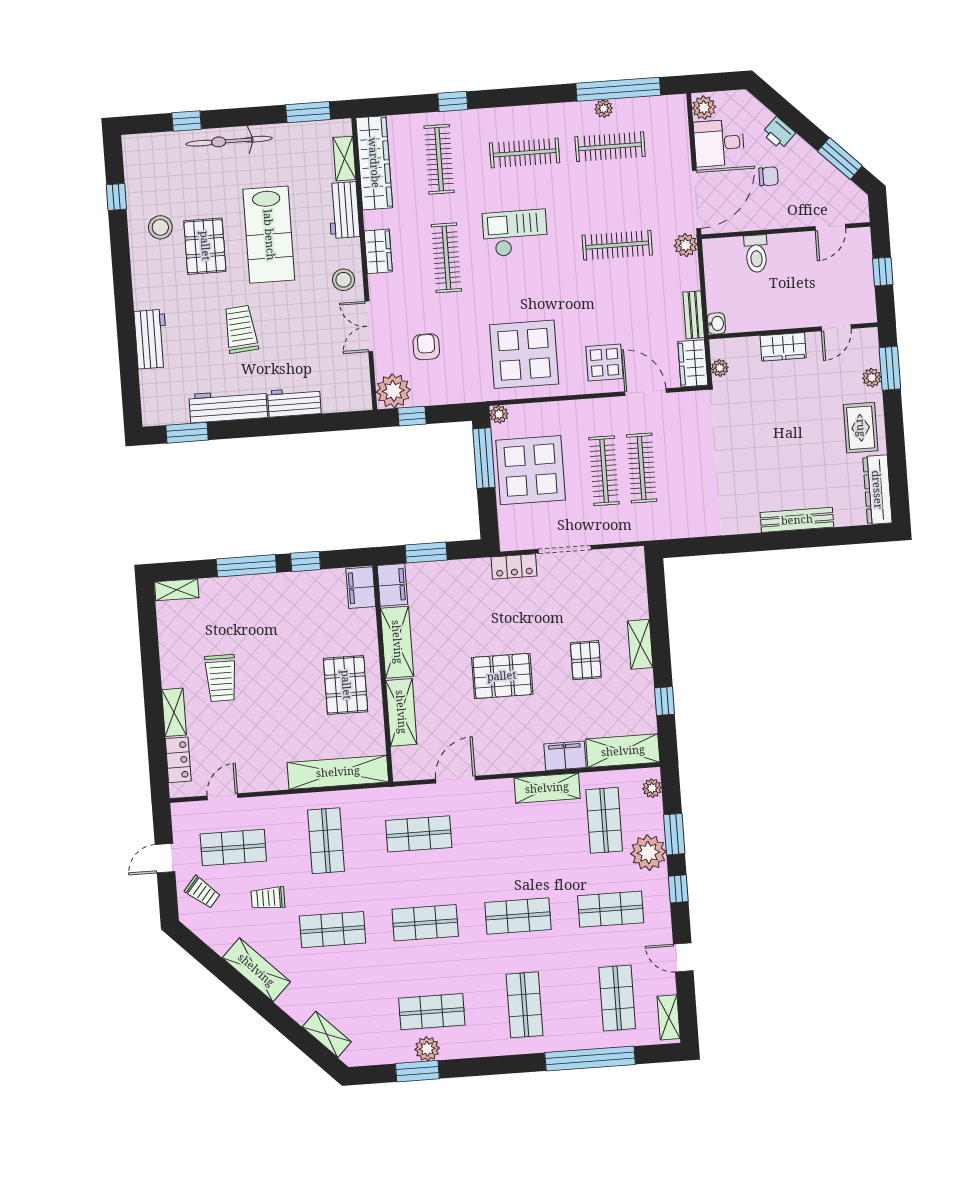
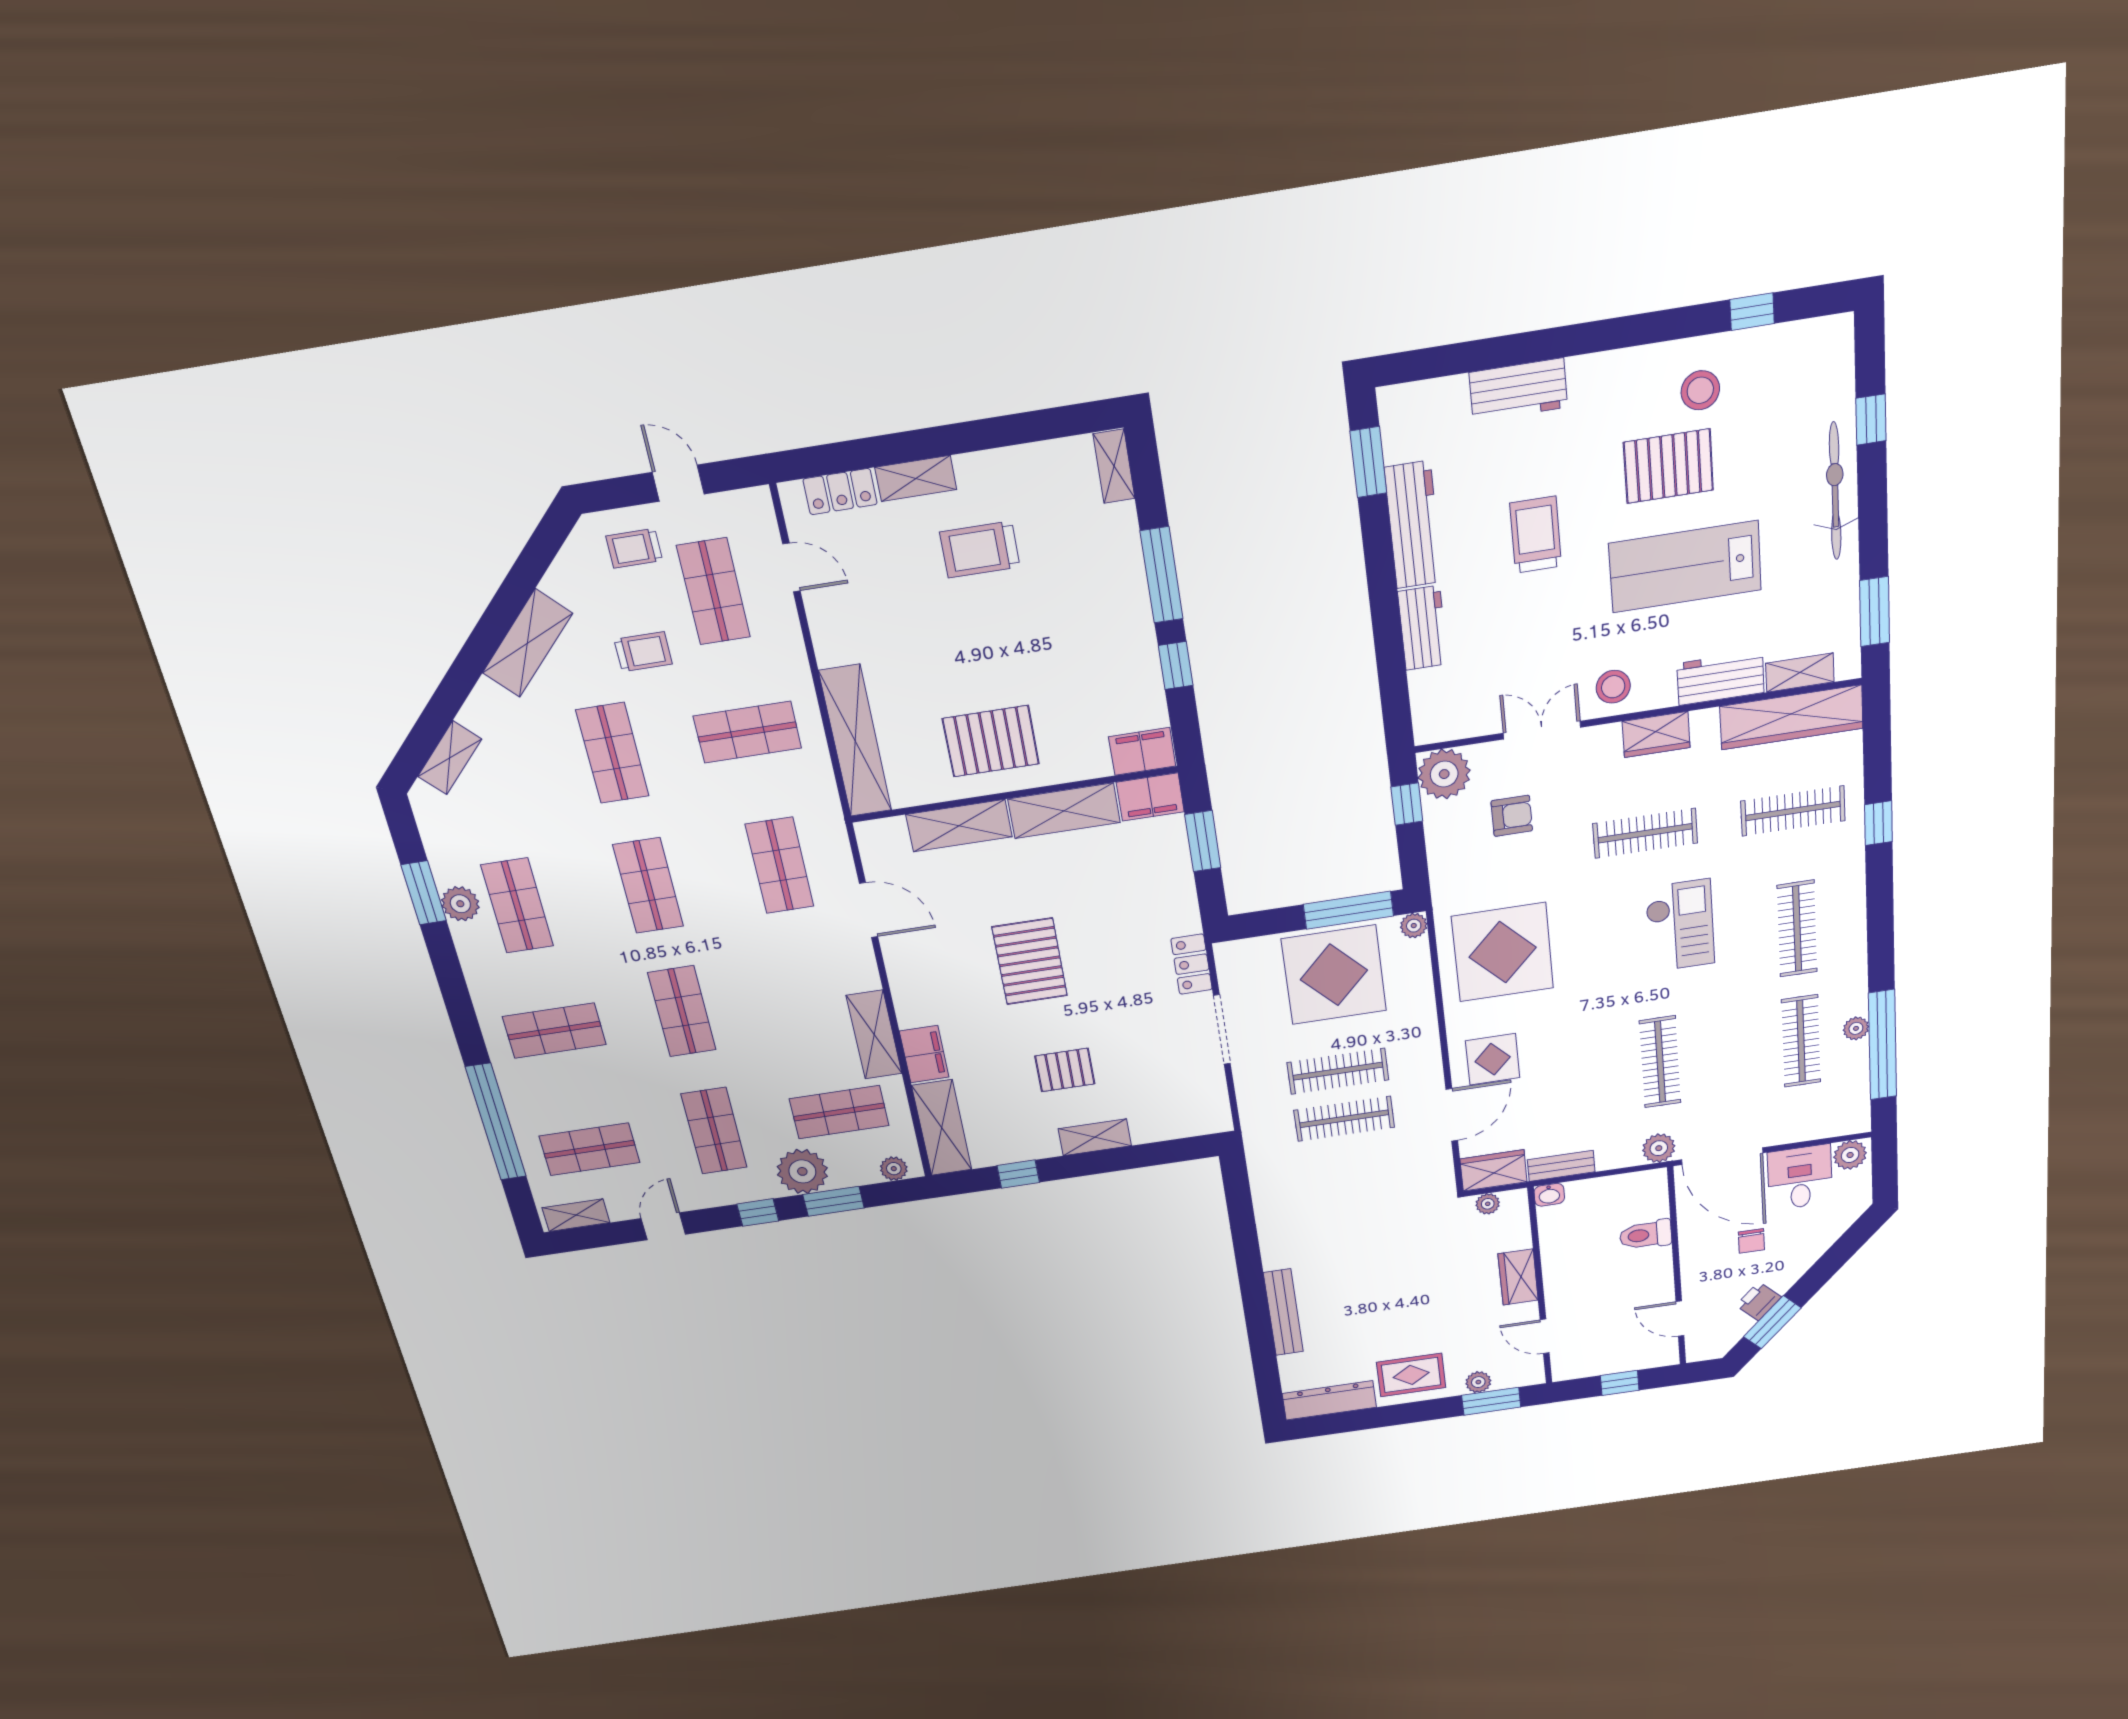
printer: (779, 133) -> (1759, 1301), moved
trolley: (241, 329) -> (1536, 535), turned -85
trolley: (202, 892) -> (634, 548), turned 50
trolley: (268, 898) -> (643, 652), turned 90

